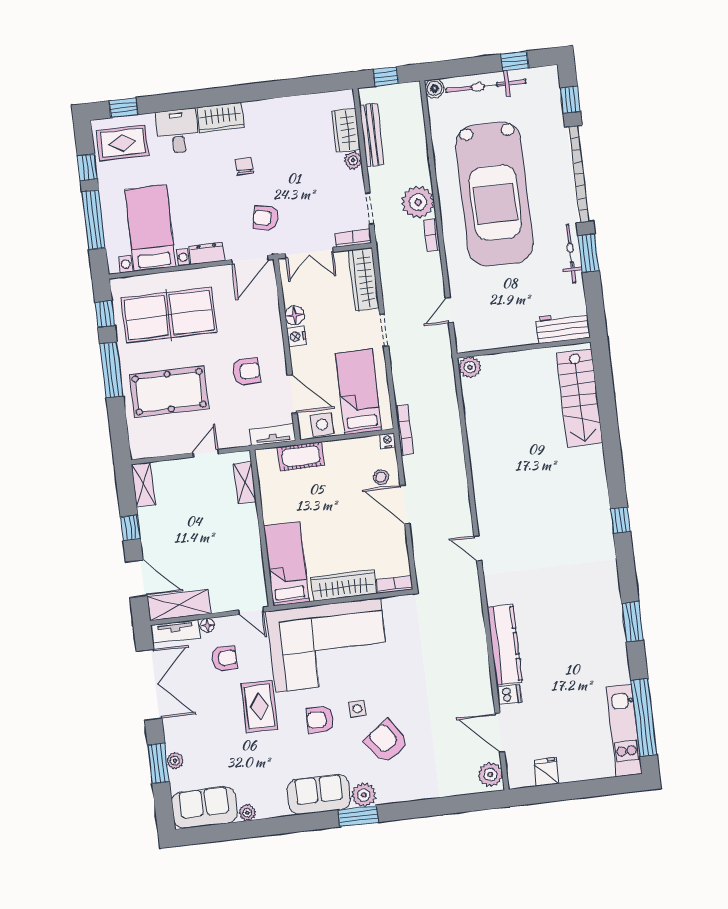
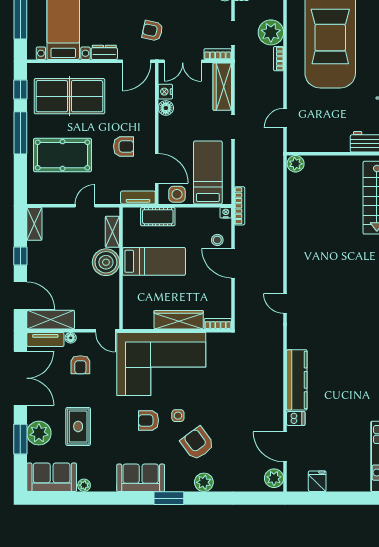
nightstand: (297, 336) -> (165, 92), moved
boiler: (241, 523) -> (106, 262), added
bed: (286, 564) -> (154, 261), moved, turned 90
armchair: (224, 658) -> (80, 365), turned 92
rug: (259, 706) -> (78, 426), moved
plant: (175, 761) -> (39, 433), width x1.88, depth x1.88
plant: (364, 795) -> (204, 482), moved

